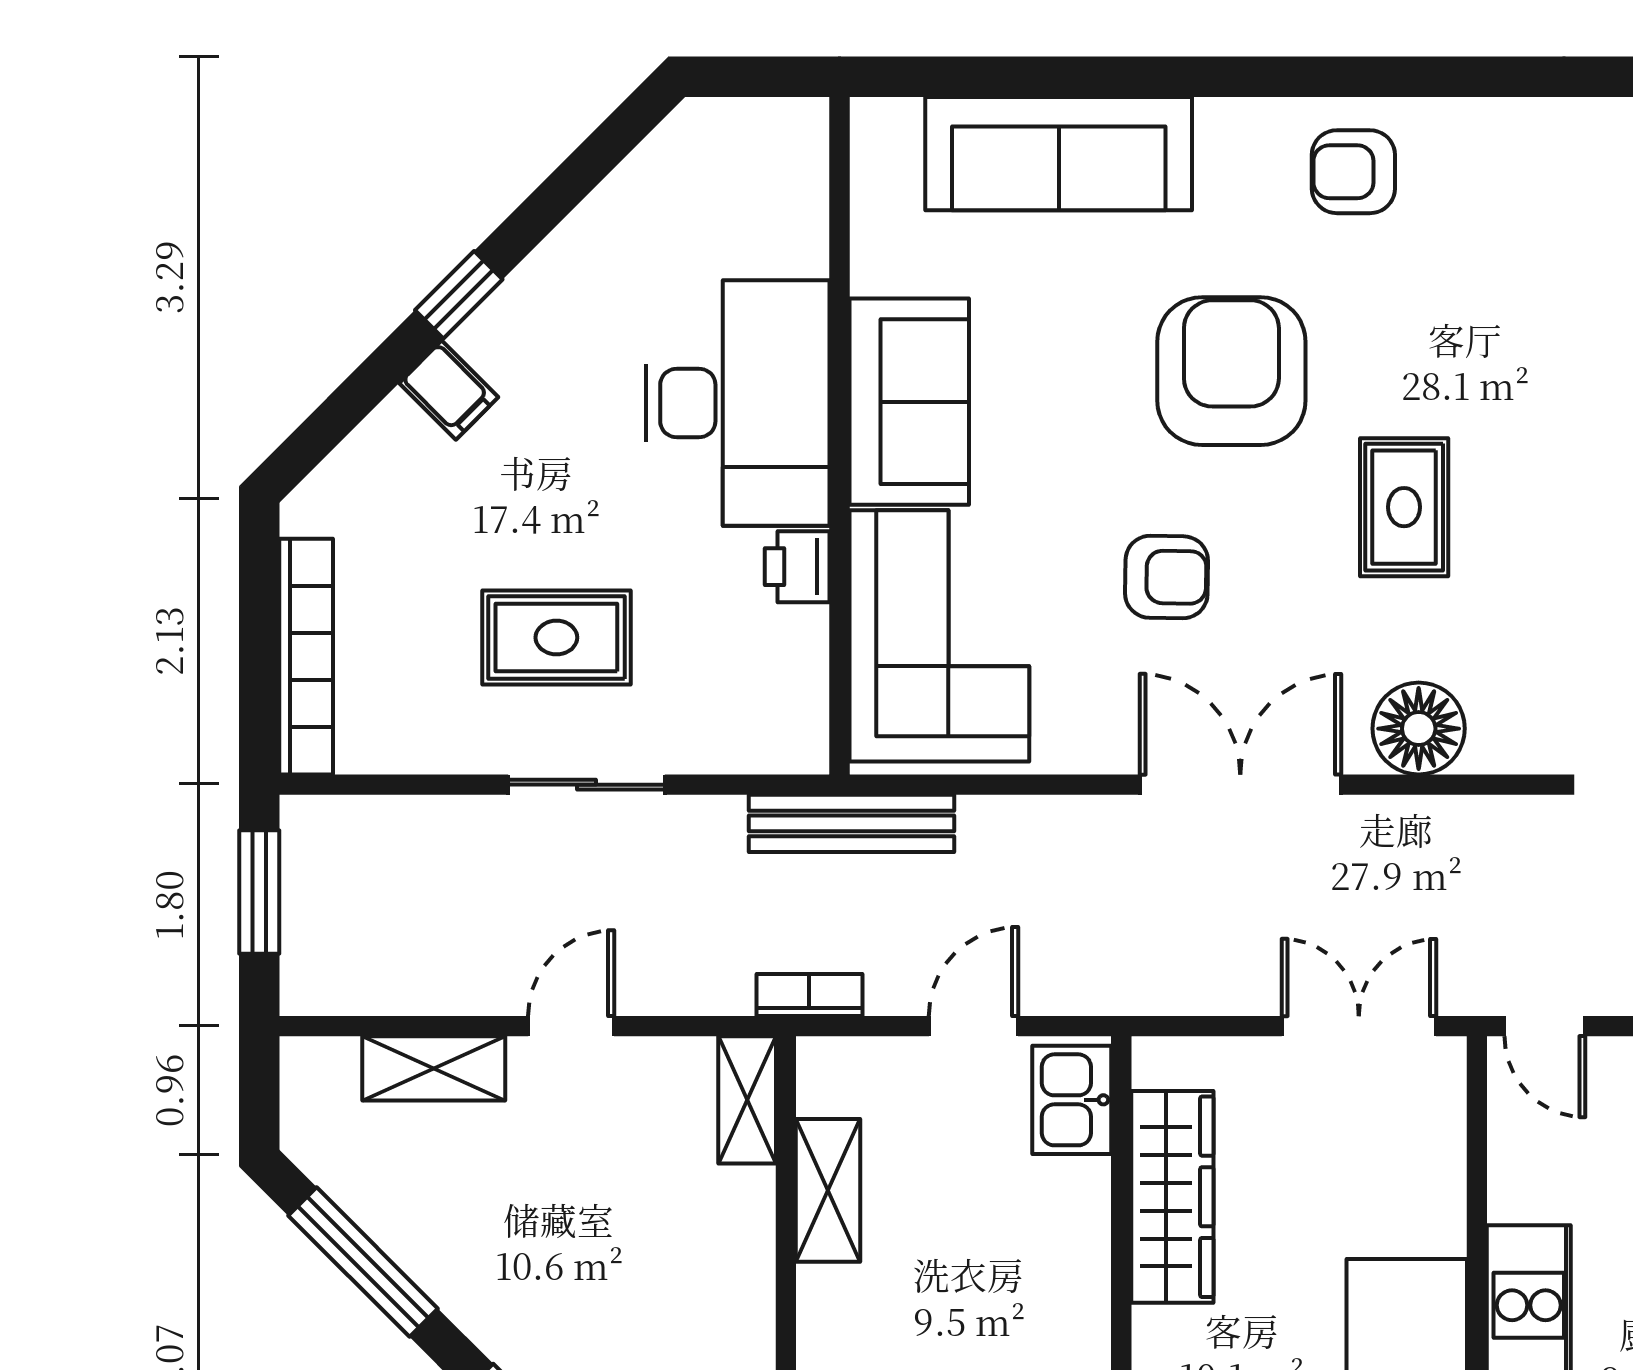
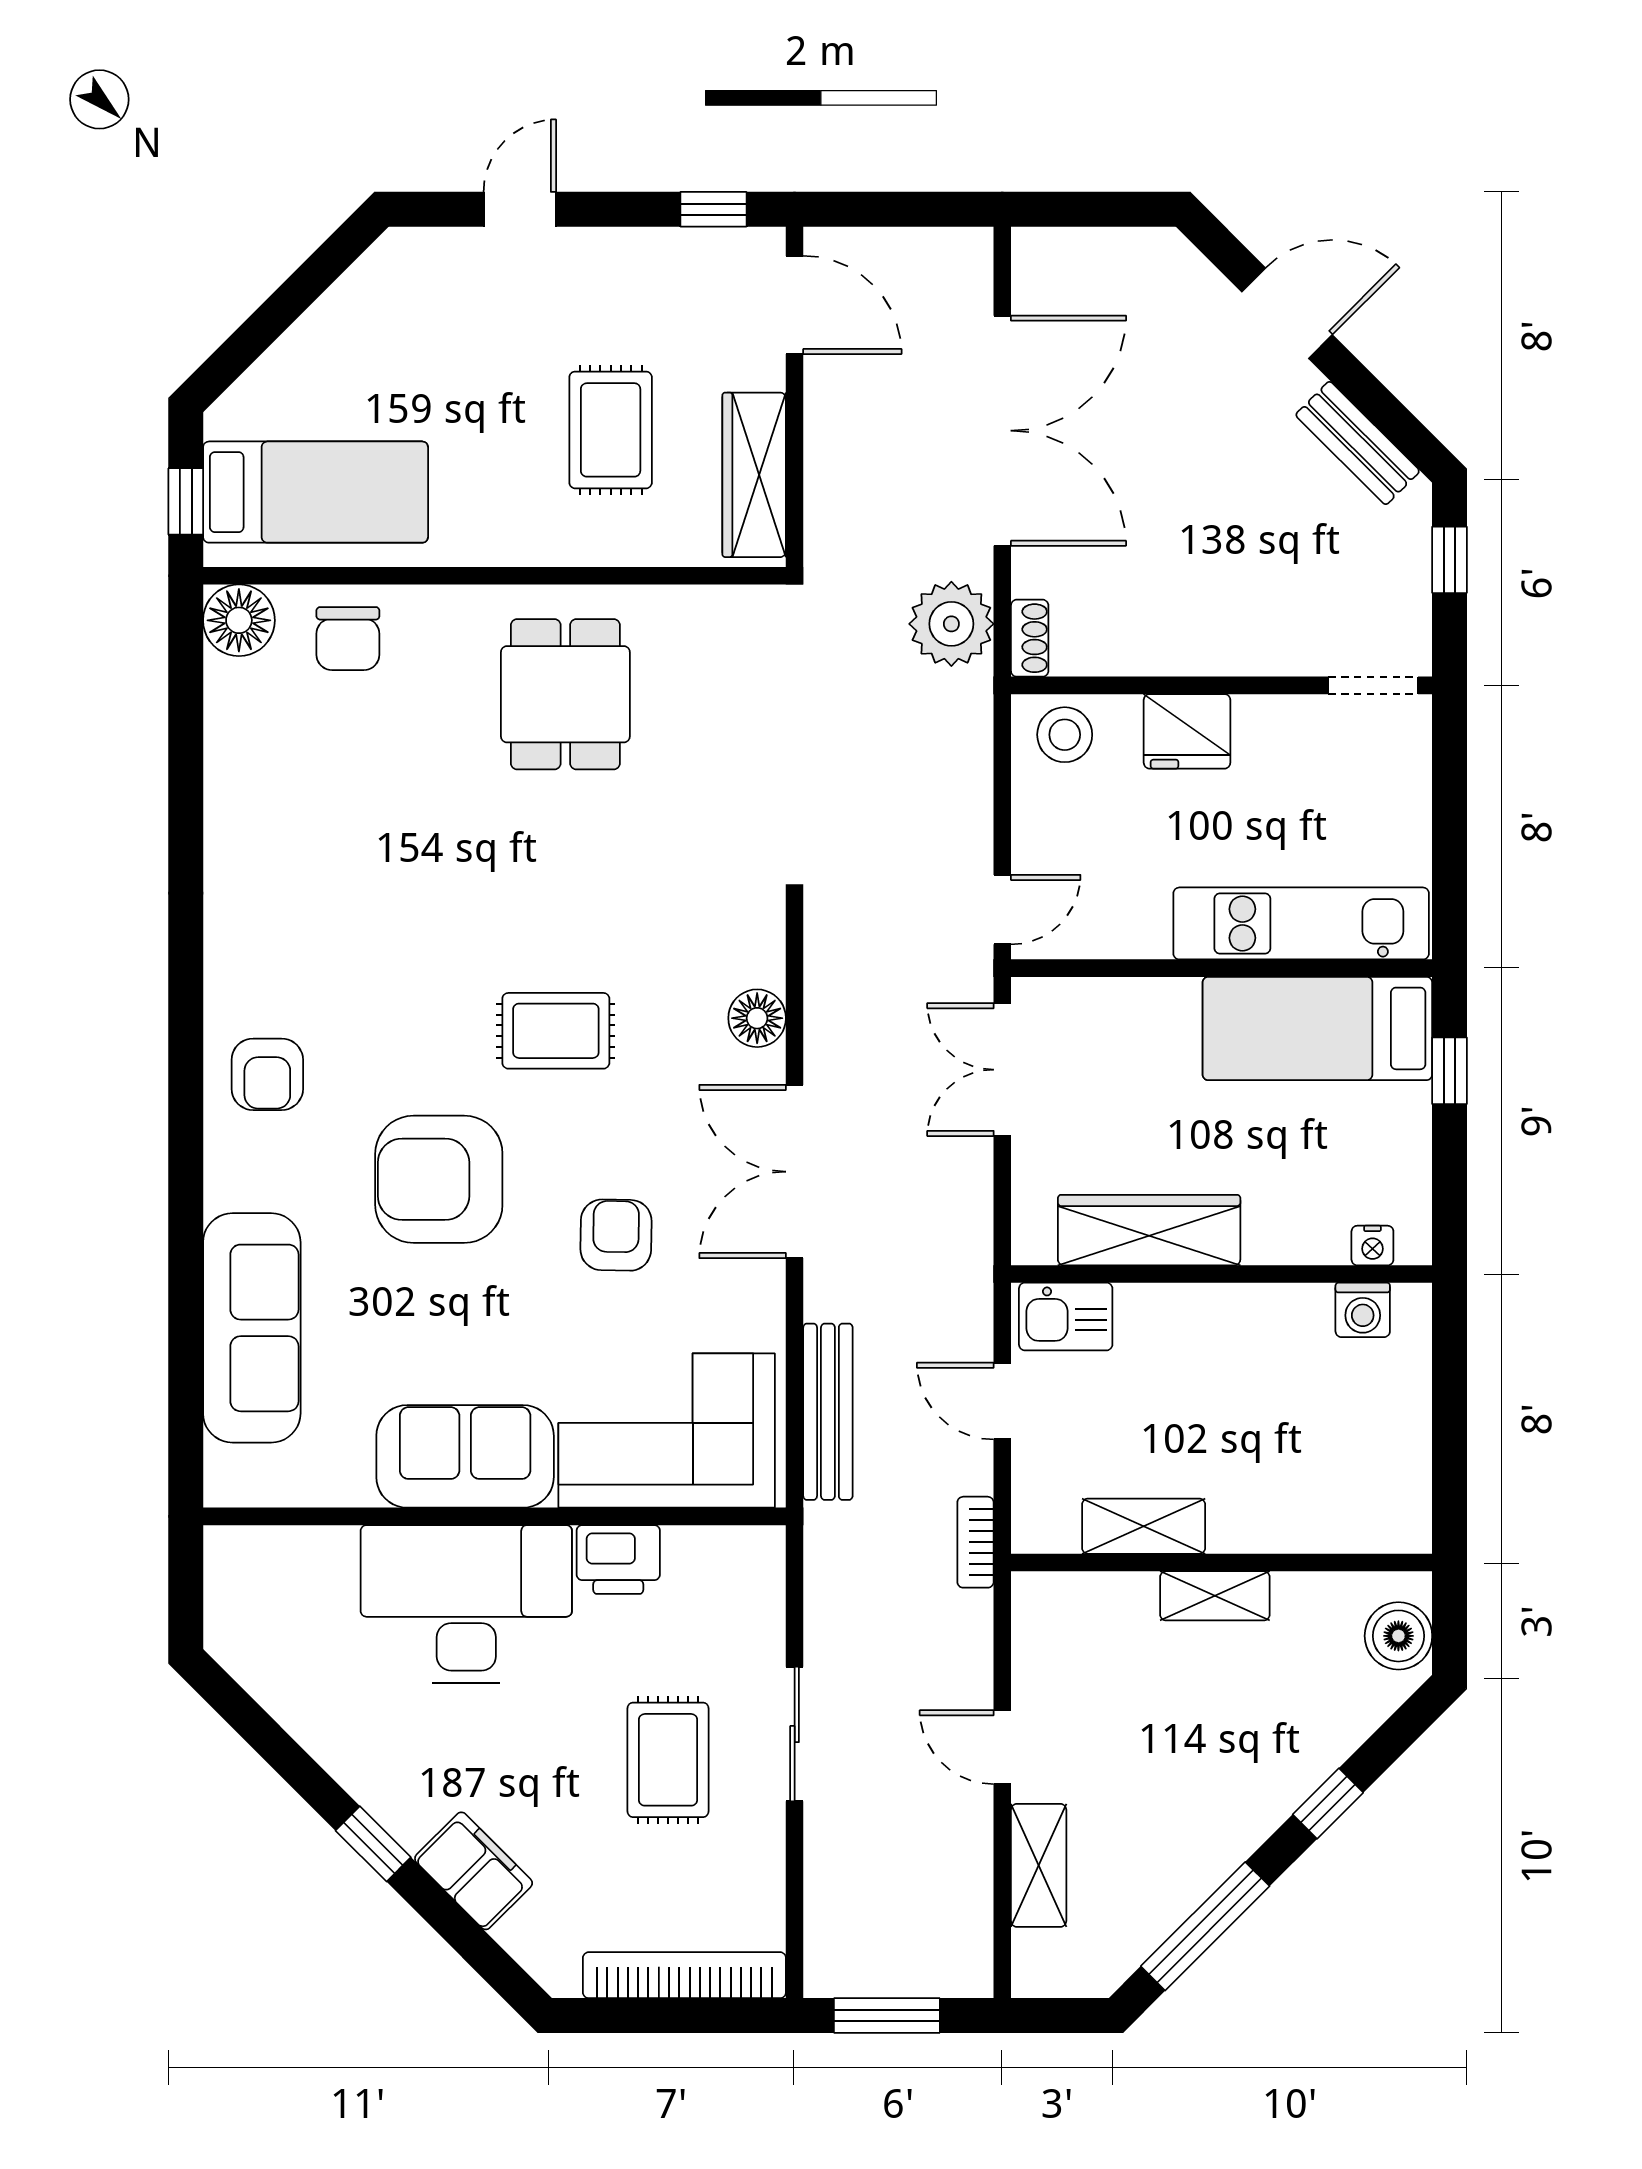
filing cabinet: (449, 390) -> (474, 1871), width x2.00
printer: (797, 567) -> (618, 1560), width x1.36, depth x1.24
floor lamp: (1419, 729) -> (757, 1018), width x0.73, depth x0.73
bench: (851, 823) -> (828, 1412), moved
shelving: (747, 1100) -> (1215, 1596), moved

